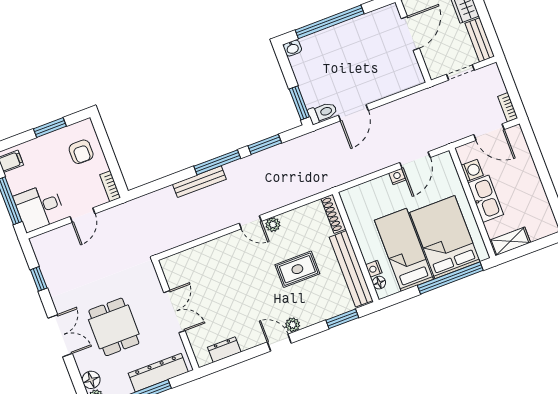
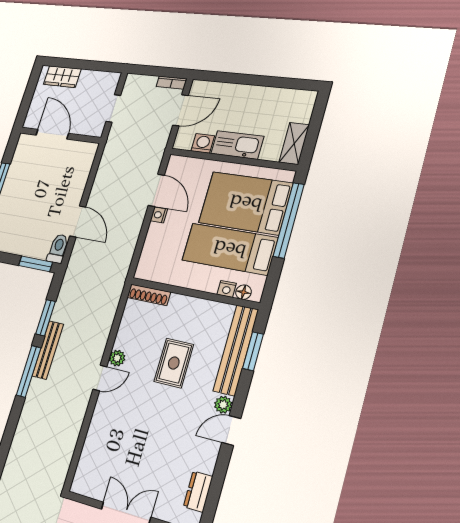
bench: (480, 40) -> (100, 78), removed
bench: (199, 182) -> (48, 350), moved
bench: (351, 269) -> (236, 350), moved, turned 90

